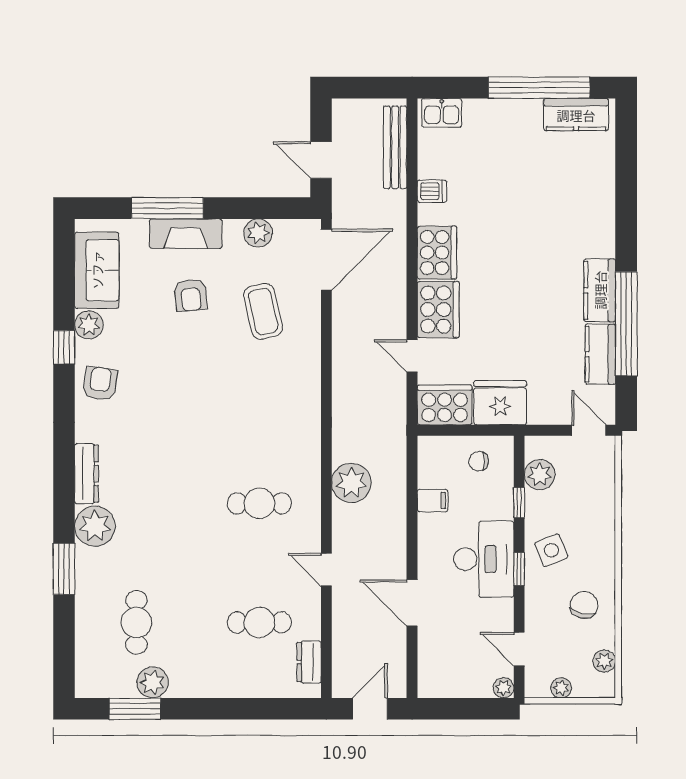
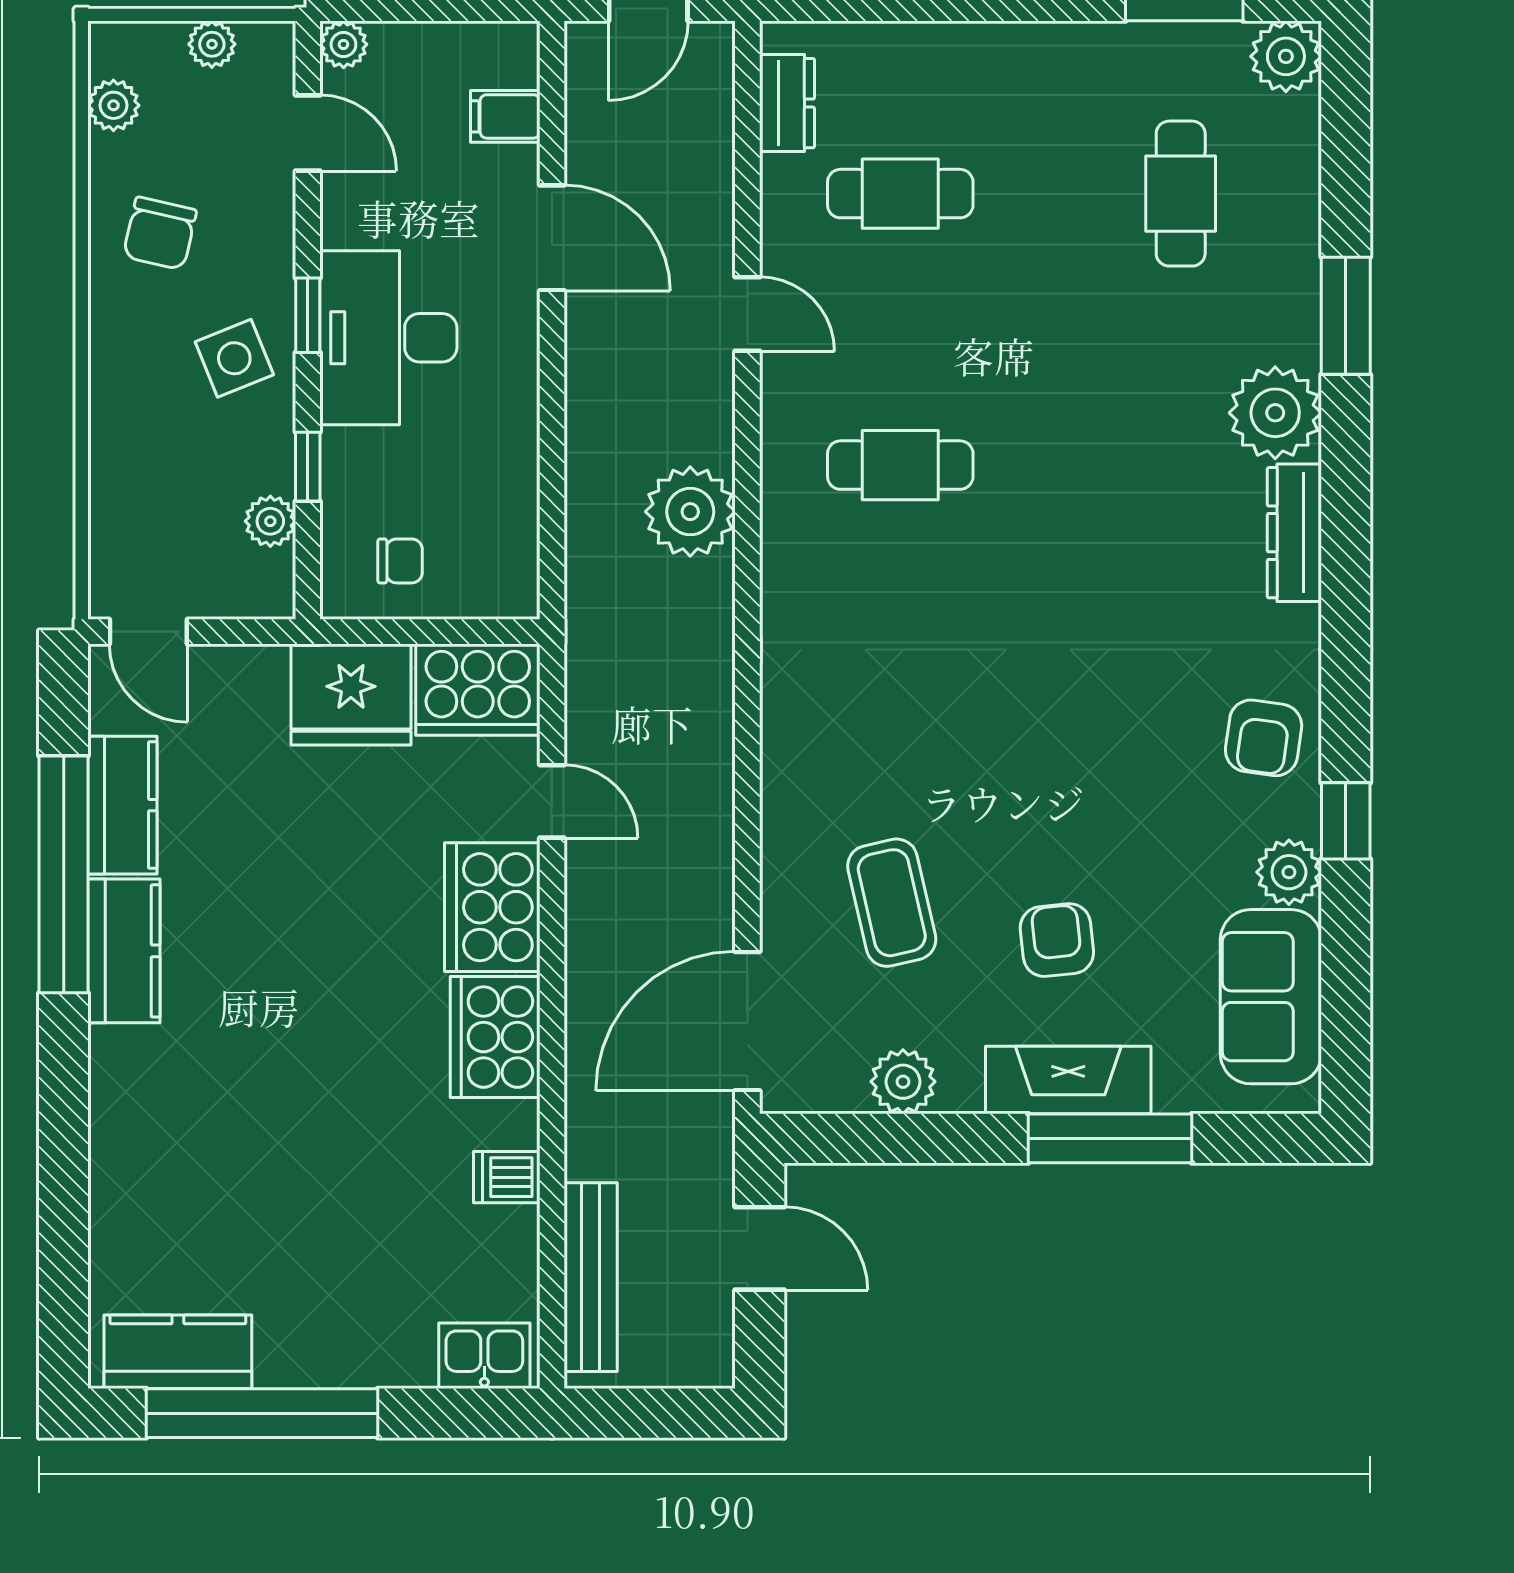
plant: (540, 475) -> (270, 521), width x0.73, depth x0.73
filing cabinet: (433, 501) -> (505, 116), moved
plant: (153, 683) -> (1286, 56), moved

